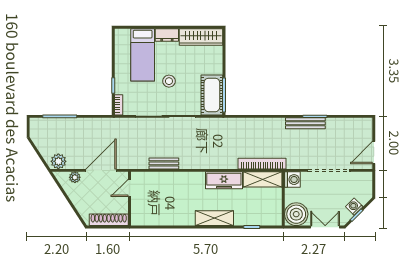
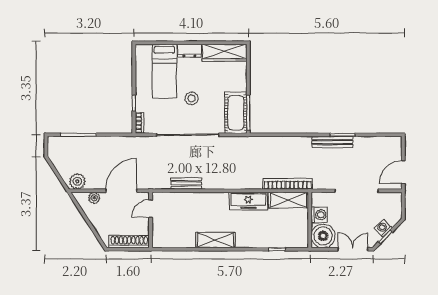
washing machine: (292, 180) -> (319, 215), moved
shelving: (214, 218) -> (215, 240), moved

